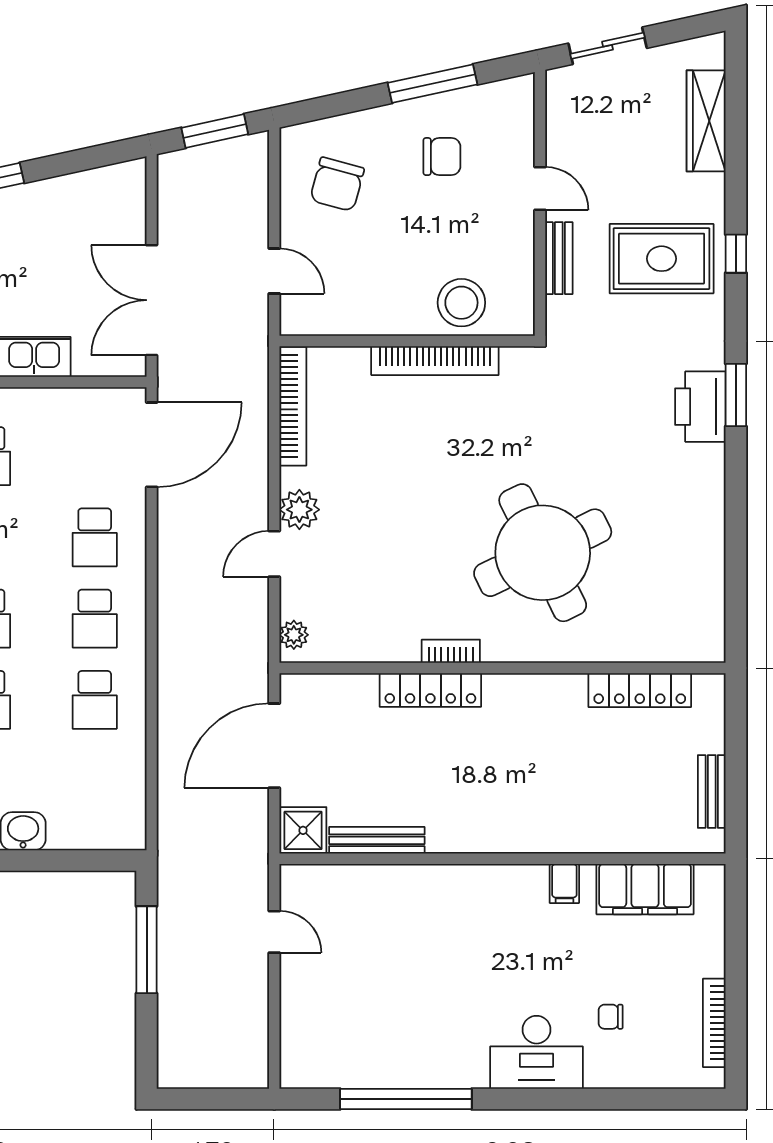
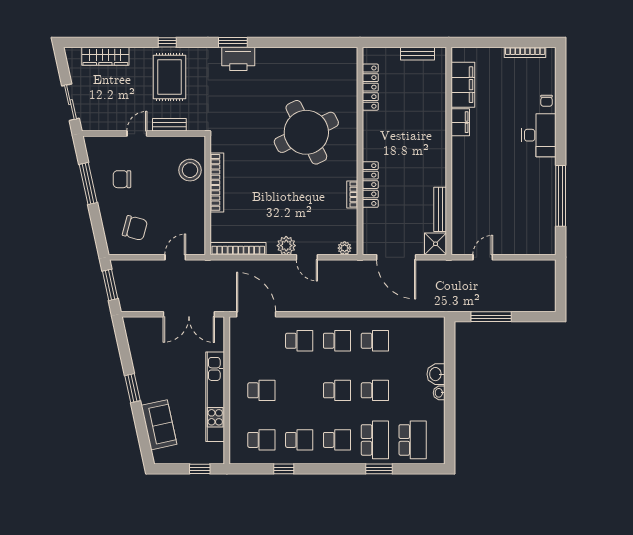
chair: (442, 157) -> (122, 179), turned -90
bookcase: (451, 651) -> (352, 194), moved
filing cabinet: (564, 884) -> (460, 122), width x2.00
chair: (611, 1017) -> (546, 101), moved

